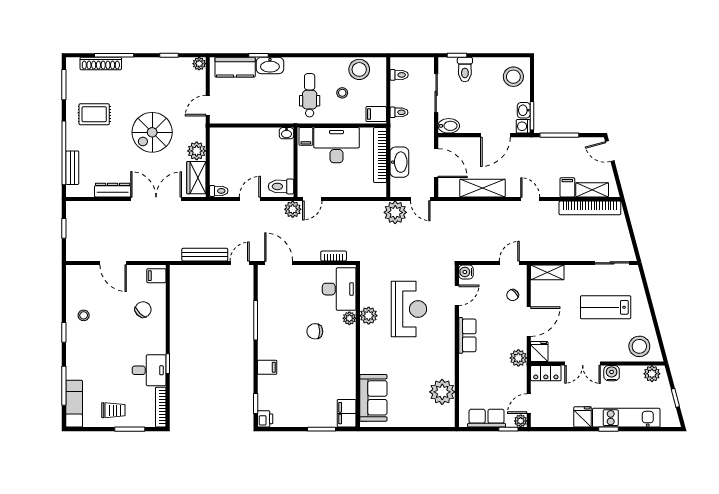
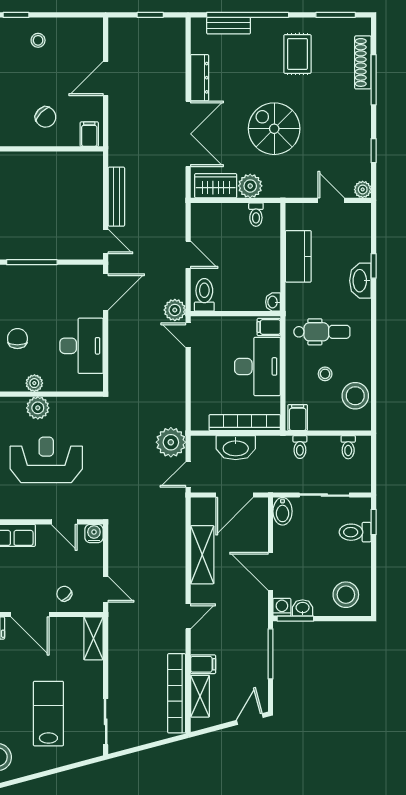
kitchen counter: (235, 67) -> (298, 256), moved, turned 180
door: (208, 106) -> (331, 200), moved
toilet: (219, 191) -> (256, 215), moved
bookcase: (334, 256) -> (115, 363), removed
desk: (339, 289) -> (82, 346), moved, turned -90
reception desk: (409, 309) -> (46, 460), turned 180

